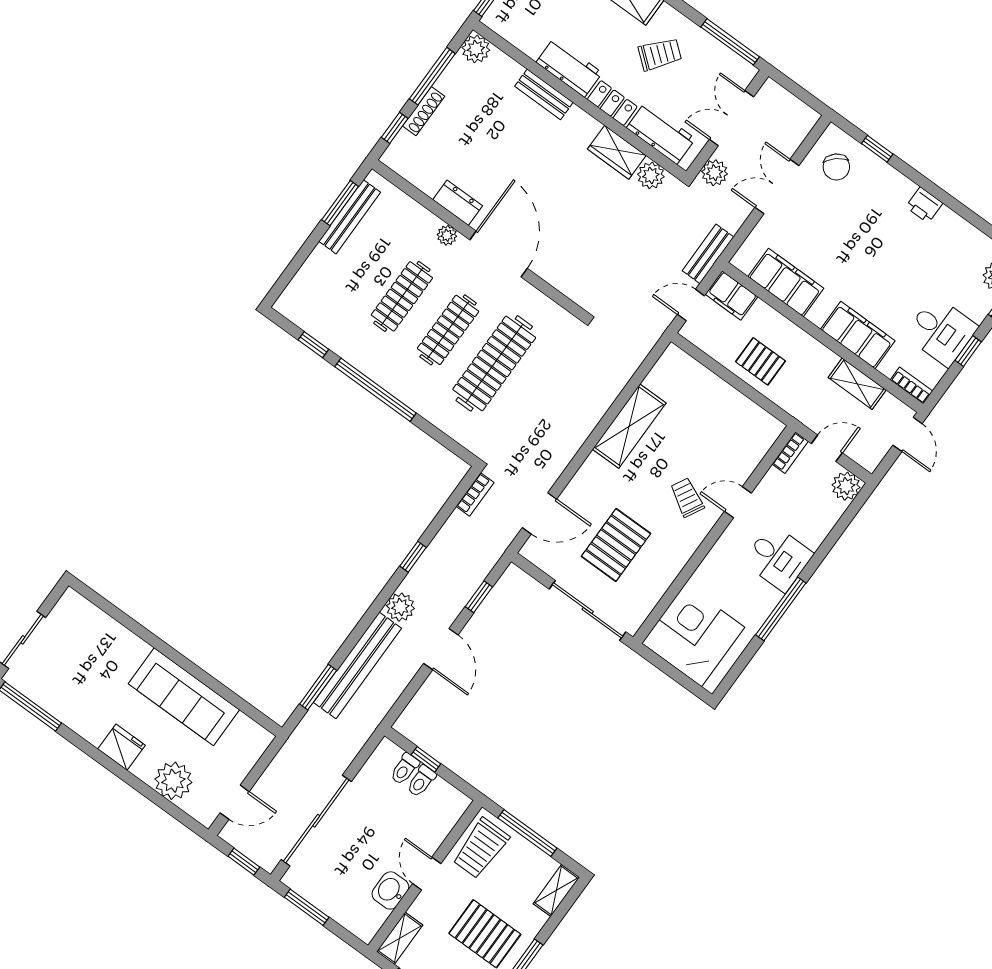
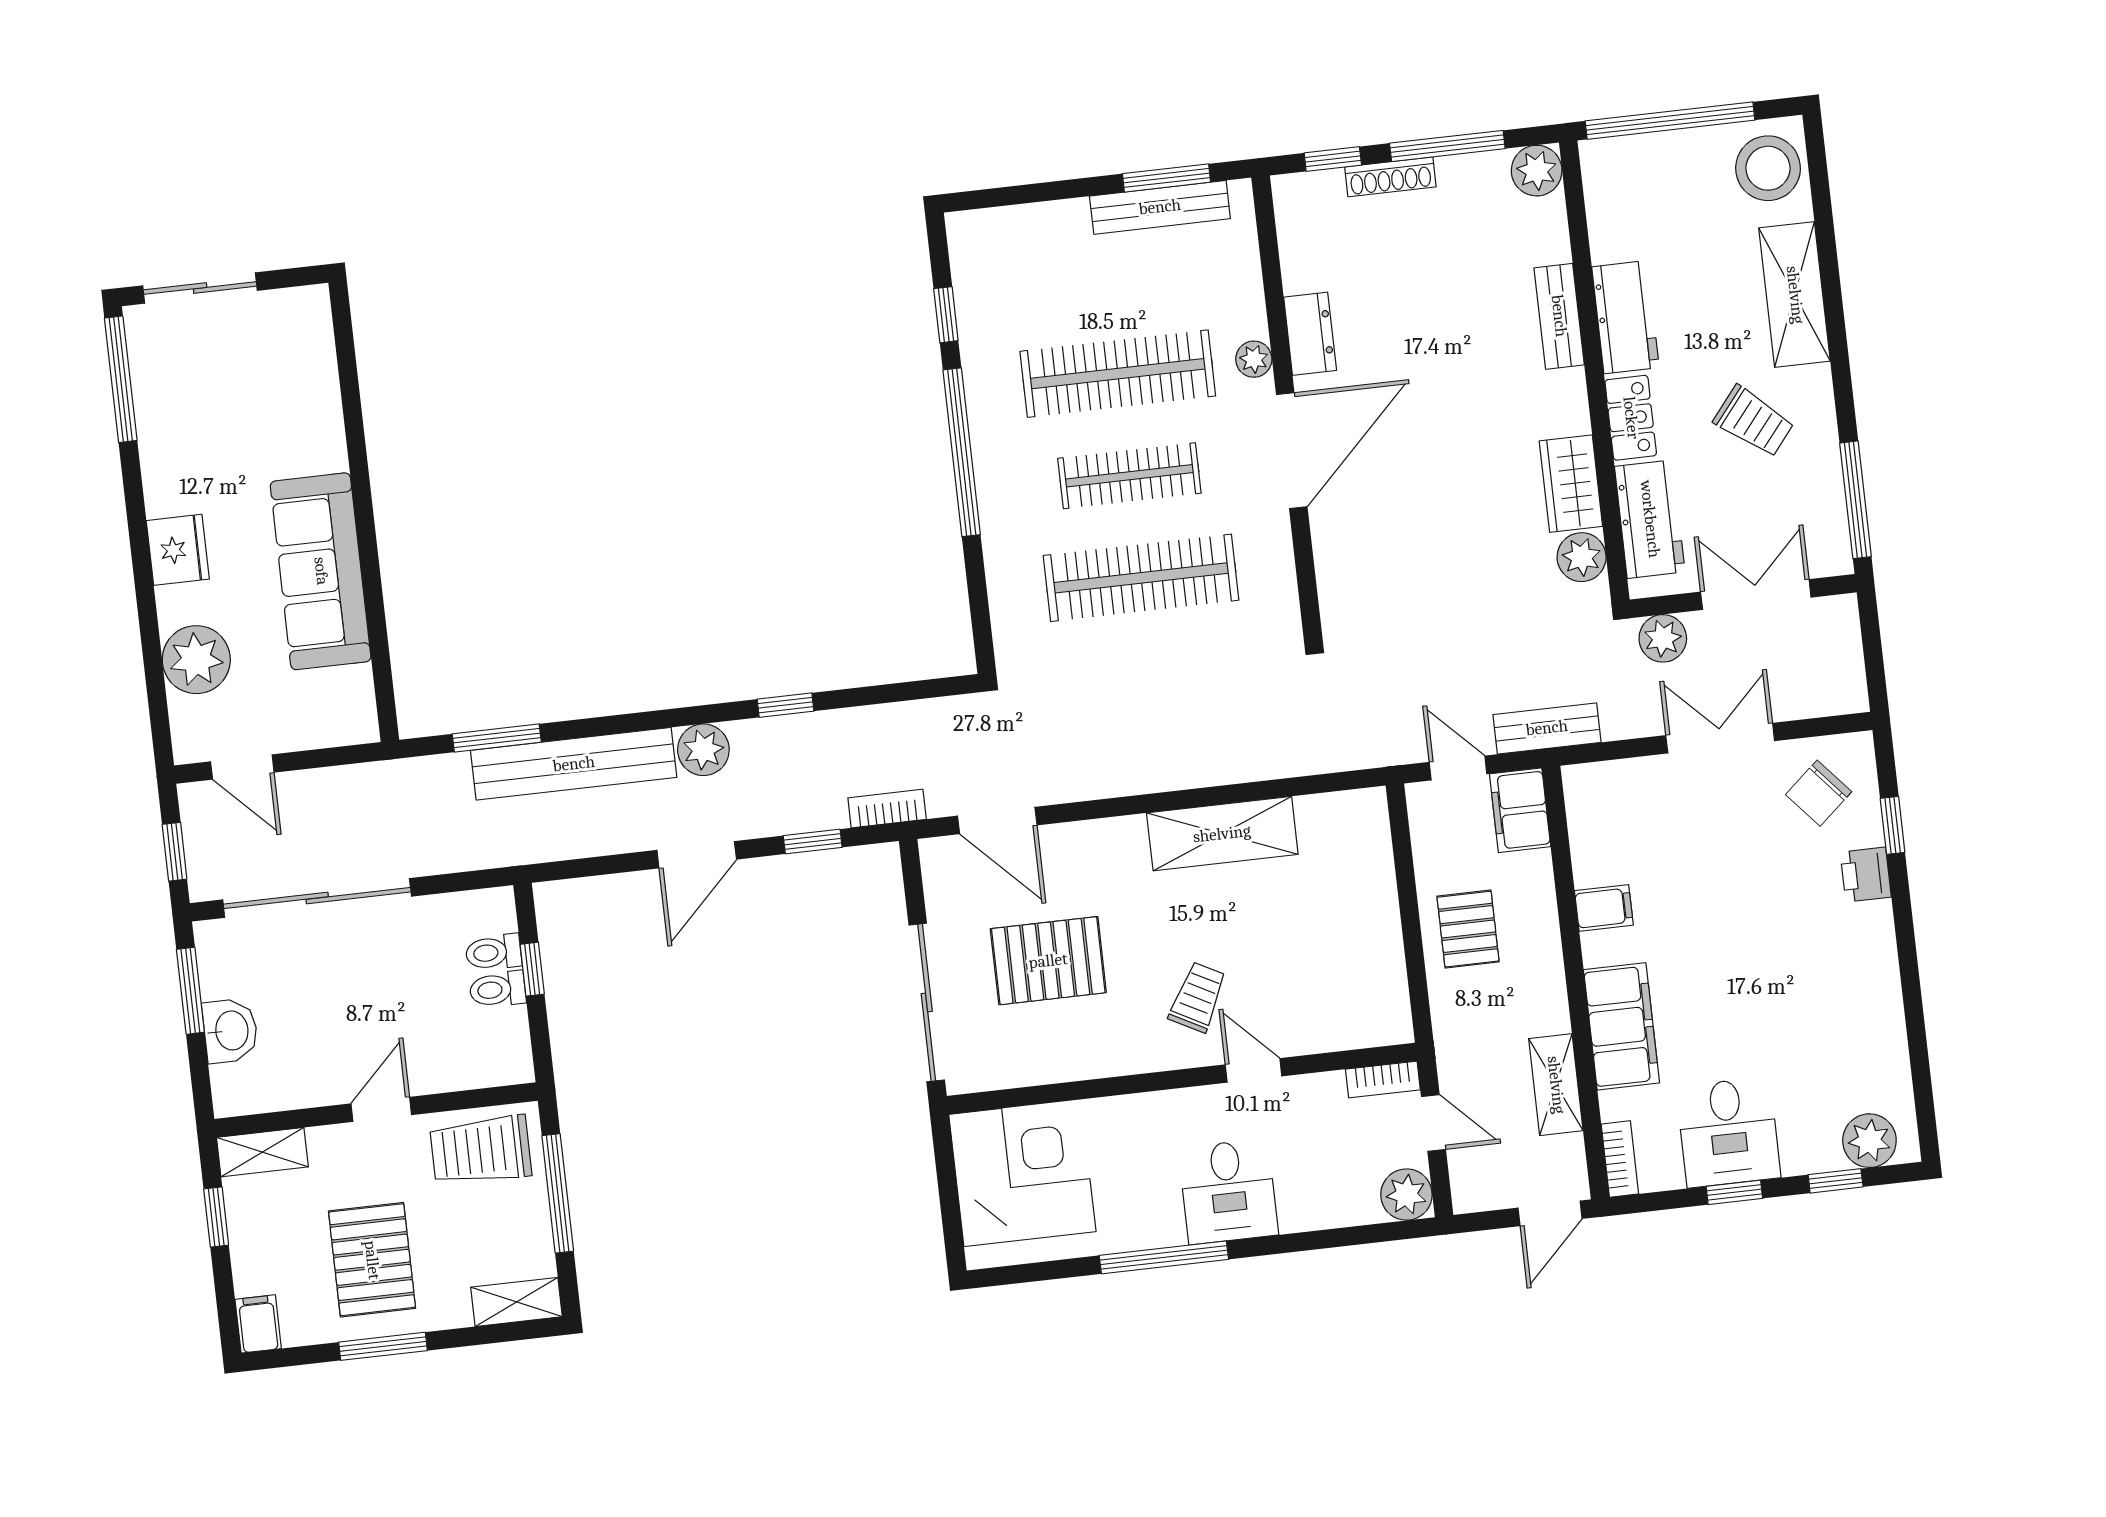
printer: (924, 205) -> (1866, 875), moved
filing cabinet: (786, 282) -> (1604, 908), width x0.33, depth x0.86
clothes rail: (402, 296) -> (1118, 374), width x1.37, depth x1.31
bookcase: (475, 494) -> (887, 809), moved, turned 180
washbasin: (390, 890) -> (230, 1031), moved, turned 90

